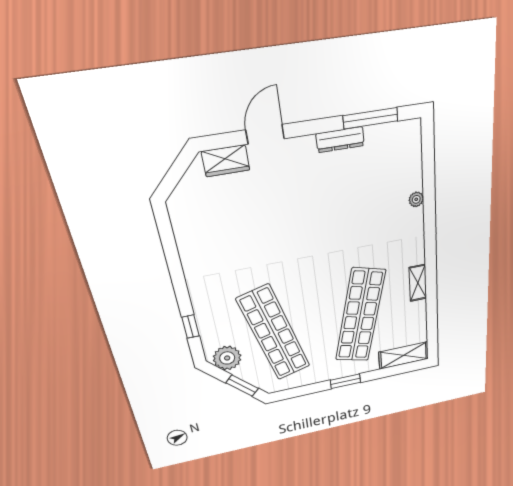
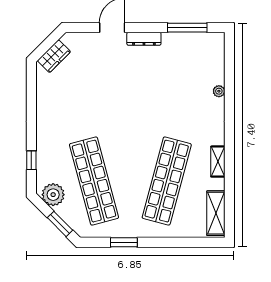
dresser: (340, 140) -> (144, 39), moved
wardrobe: (226, 161) -> (54, 56), moved, turned -45
shelving: (404, 355) -> (216, 213), moved, turned 90
window: (345, 381) -> (124, 242), moved

